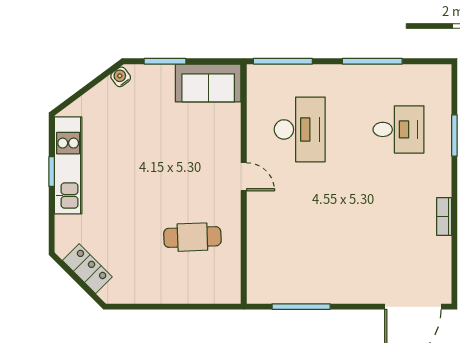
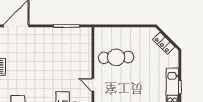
cafe table: (192, 237) -> (116, 57), width x1.37, depth x1.35

